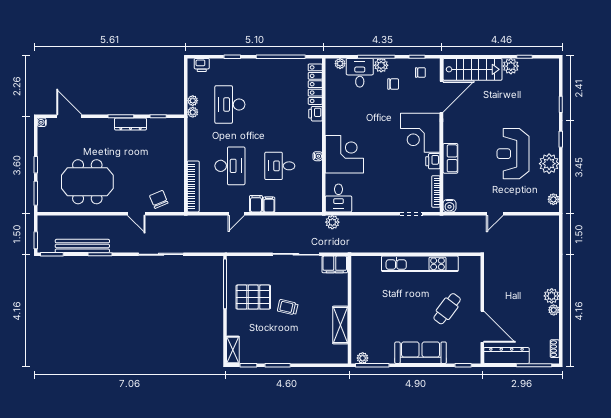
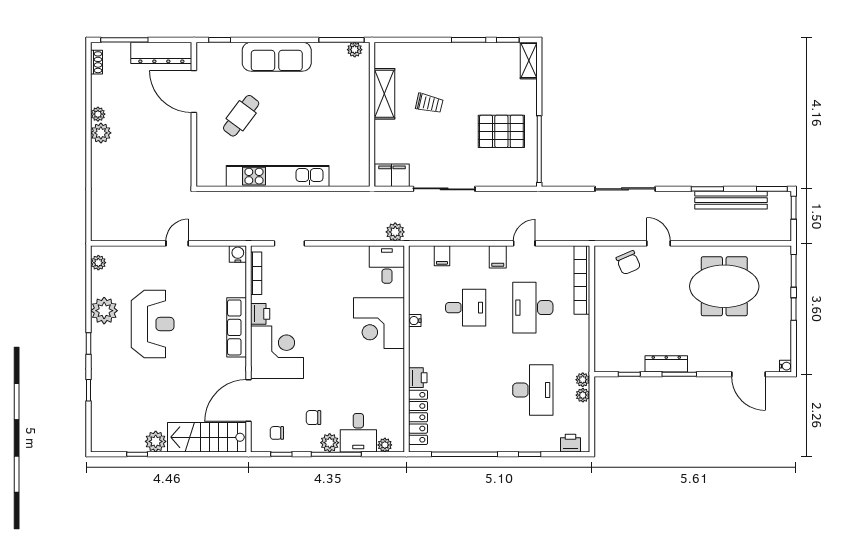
row of seats: (450, 158) -> (237, 327), width x1.48
filing cabinet: (269, 204) -> (442, 256), moved
trolley: (288, 307) -> (429, 103), moved

